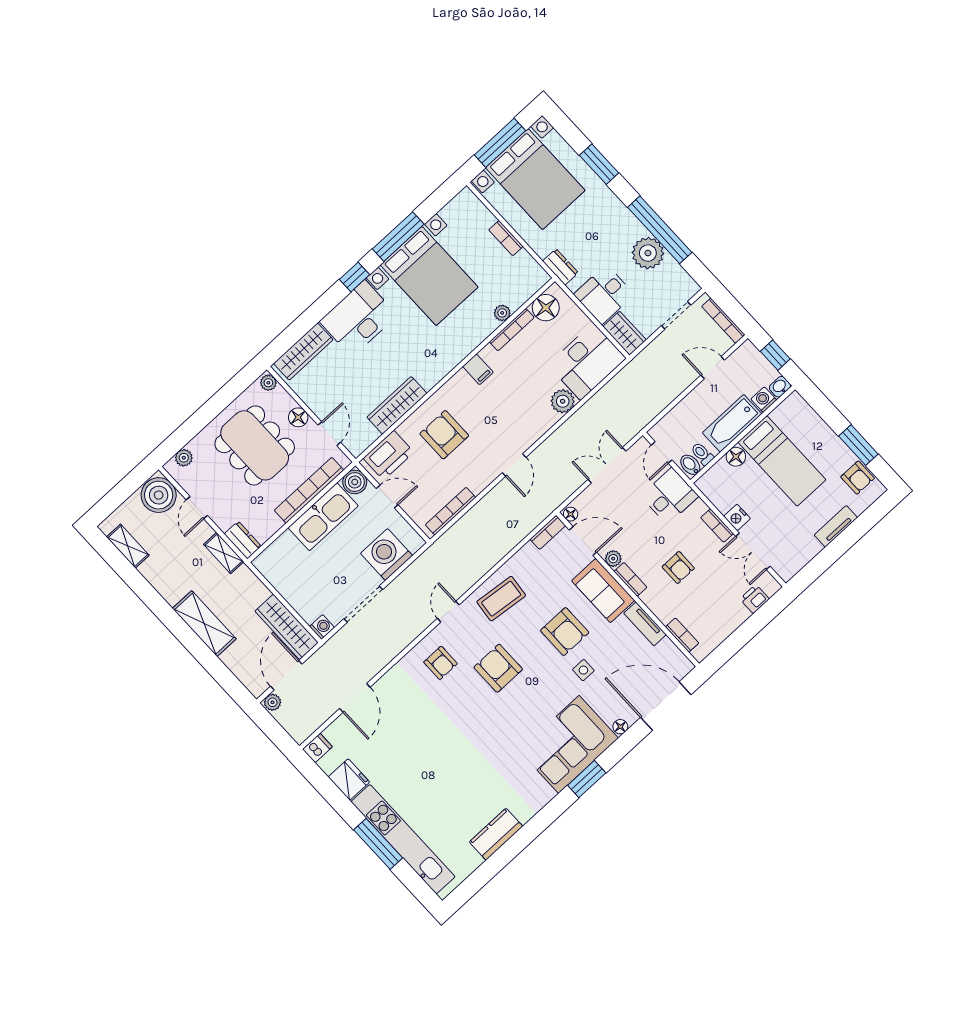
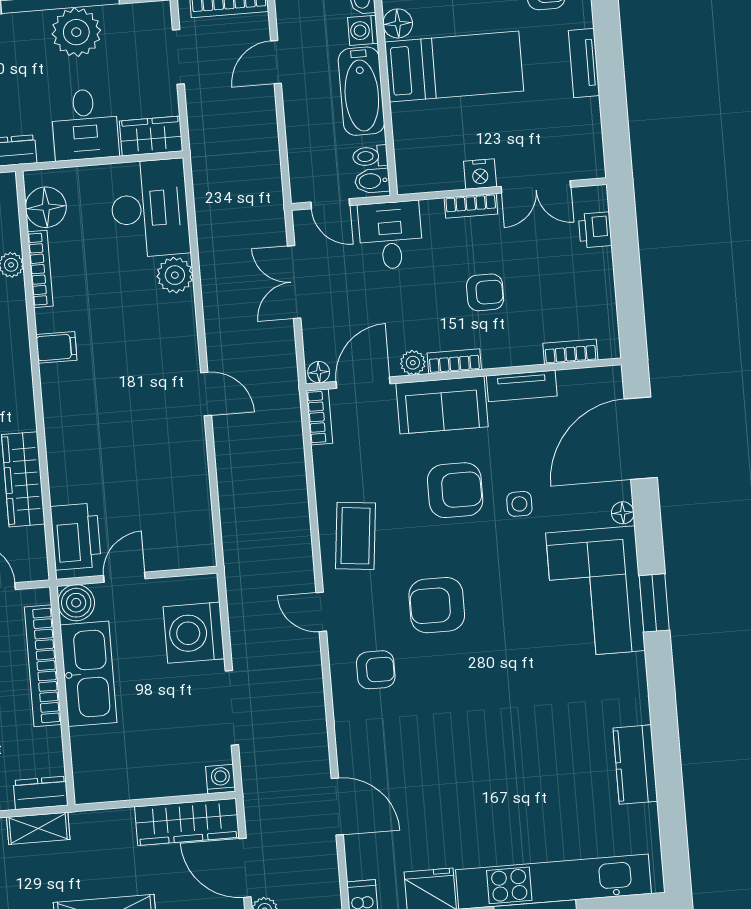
armchair: (444, 435) -> (103, 450), removed
floor lamp: (736, 457) -> (398, 23), moved
bookcase: (450, 511) -> (202, 514), removed

